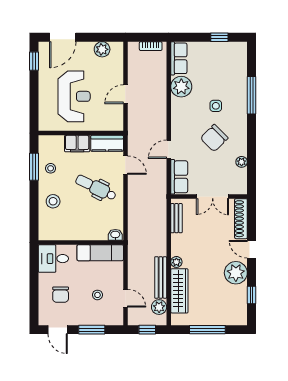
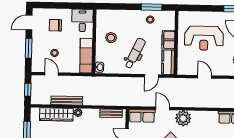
plant: (181, 87) -> (183, 118), moved
stool: (53, 201) -> (111, 38), moved
door: (125, 298) -> (52, 74), swing flipped
plant: (159, 307) -> (45, 99), removed

